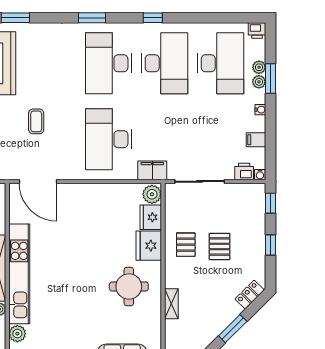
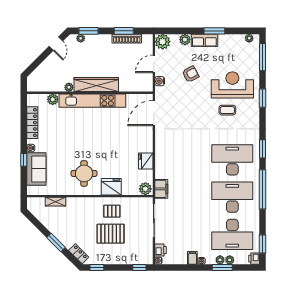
window: (153, 18) -> (263, 189), width x3.17
window: (235, 18) -> (263, 244), added
desk: (165, 63) -> (232, 197), turned 180
coffee table: (36, 121) -> (227, 110), moved
desk: (108, 139) -> (182, 160), removed
filing cabinet: (256, 140) -> (192, 258), moved
fridge: (151, 217) -> (146, 161), moved, turned -90
window: (270, 245) -> (97, 268), moved
pallet: (220, 247) -> (111, 234), width x1.50, depth x1.42
shelving: (171, 304) -> (55, 202), moved

